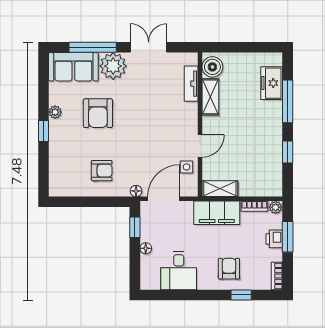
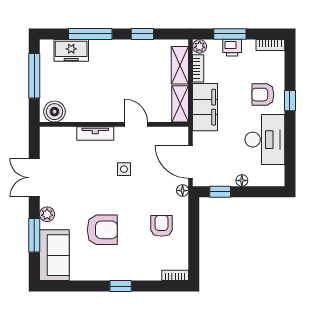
window: (93, 47) -> (34, 235), width x0.69
window: (247, 47) -> (34, 76), added
plant: (113, 66) -> (47, 214), width x0.53, depth x0.53
tv unit: (191, 84) -> (95, 134), moved
shelving: (210, 97) -> (180, 65), moved, turned 90
plant: (55, 112) -> (101, 274), removed
side table: (187, 167) -> (124, 169), moved
bookcase: (54, 184) -> (175, 275), added
desk: (179, 271) -> (265, 140), width x1.37
window: (241, 295) -> (290, 101), moved

